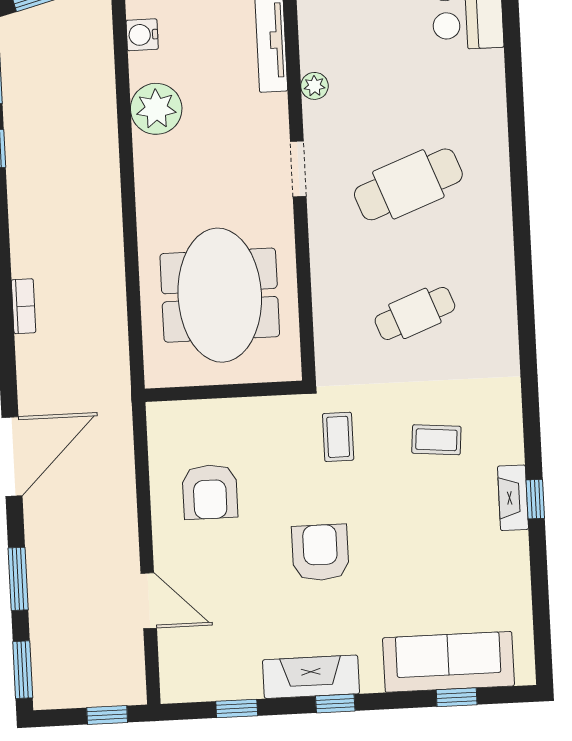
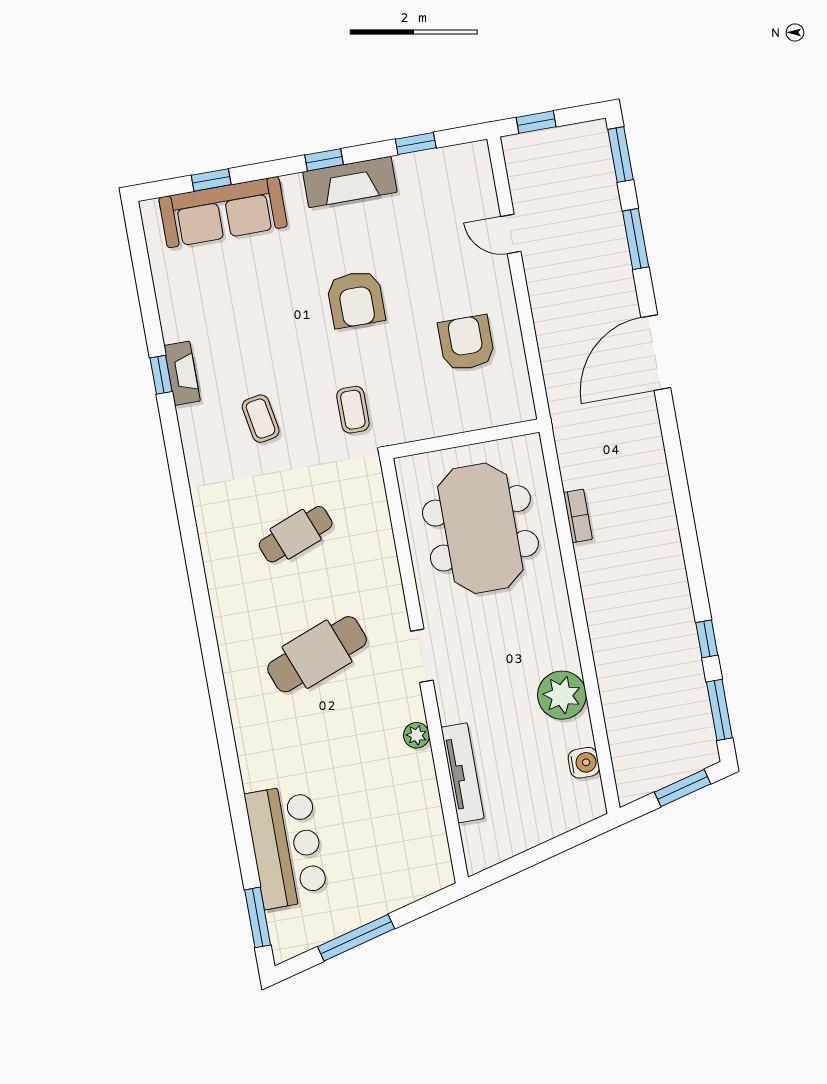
bookcase: (24, 306) -> (578, 516), moved, turned 180
coffee table: (436, 440) -> (261, 419), turned 75
door: (149, 601) -> (511, 234), width x0.73

